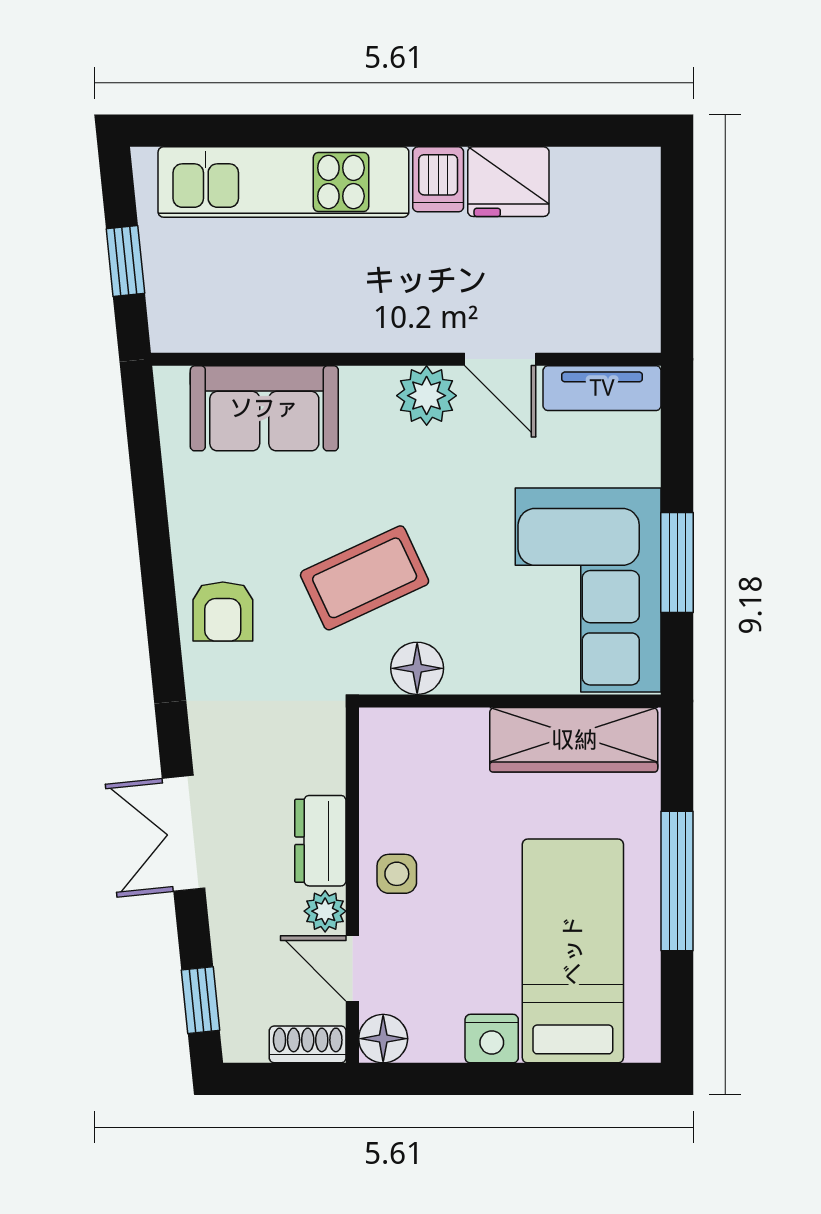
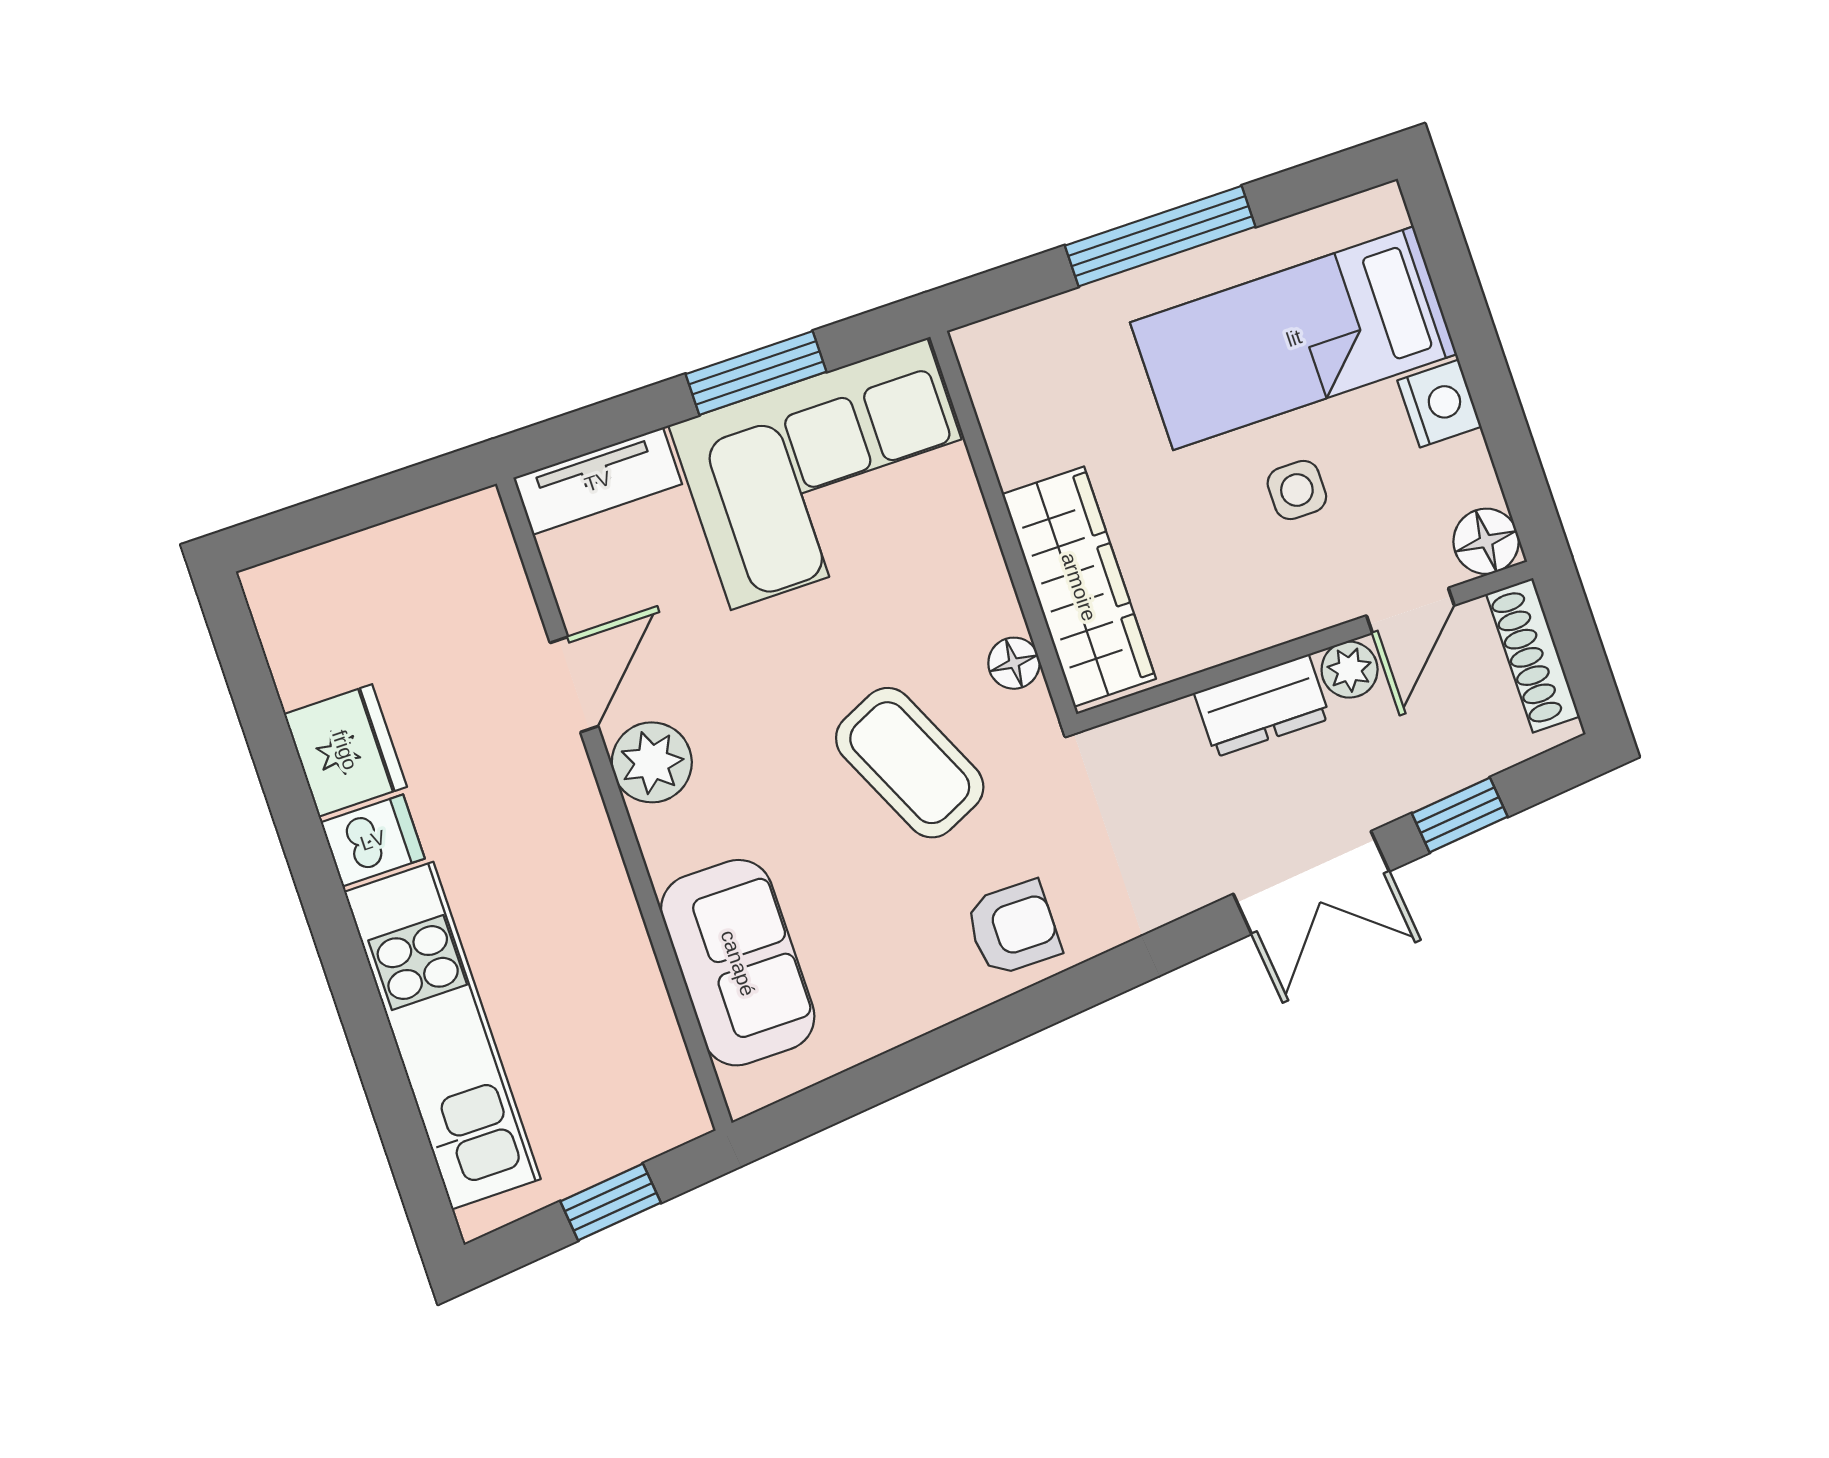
tv unit: (602, 388) -> (598, 481), moved, turned 90
floor lamp: (417, 668) -> (1014, 663), width x0.73, depth x0.73
wardrobe: (574, 740) -> (1079, 587), moved
side table: (397, 874) -> (1297, 490), moved
window: (201, 1000) -> (1460, 815), moved
shoe rack: (308, 1044) -> (1533, 655), width x1.43

